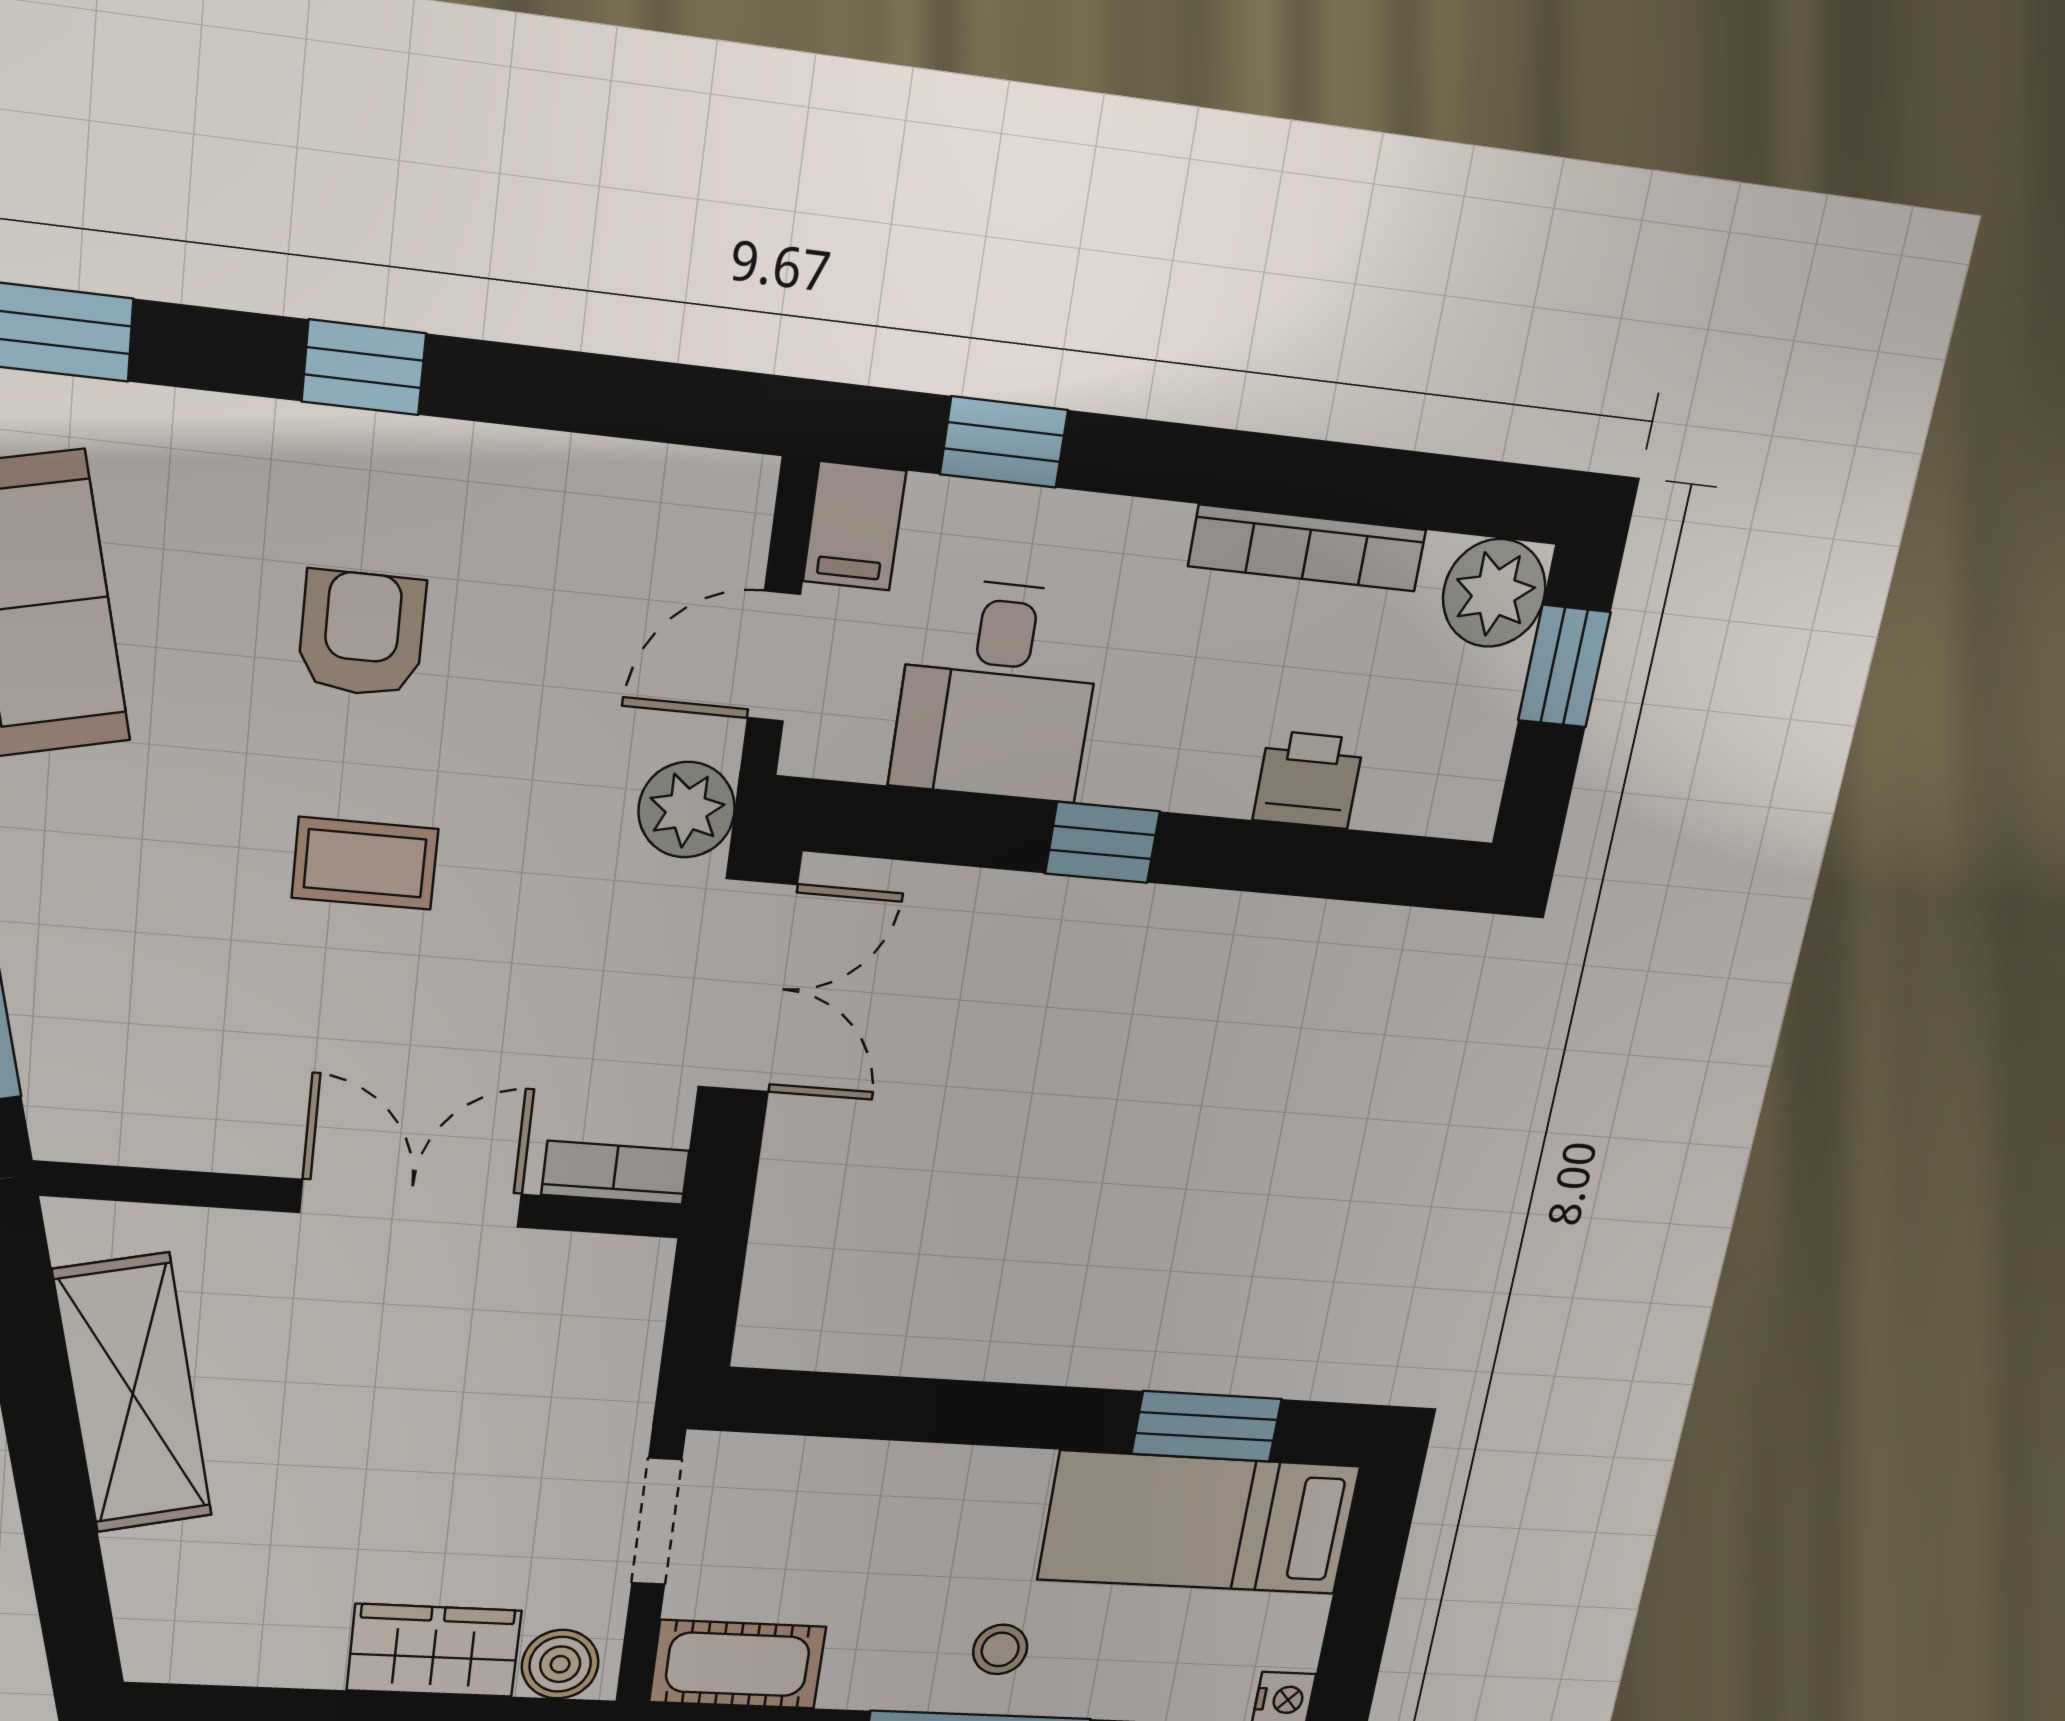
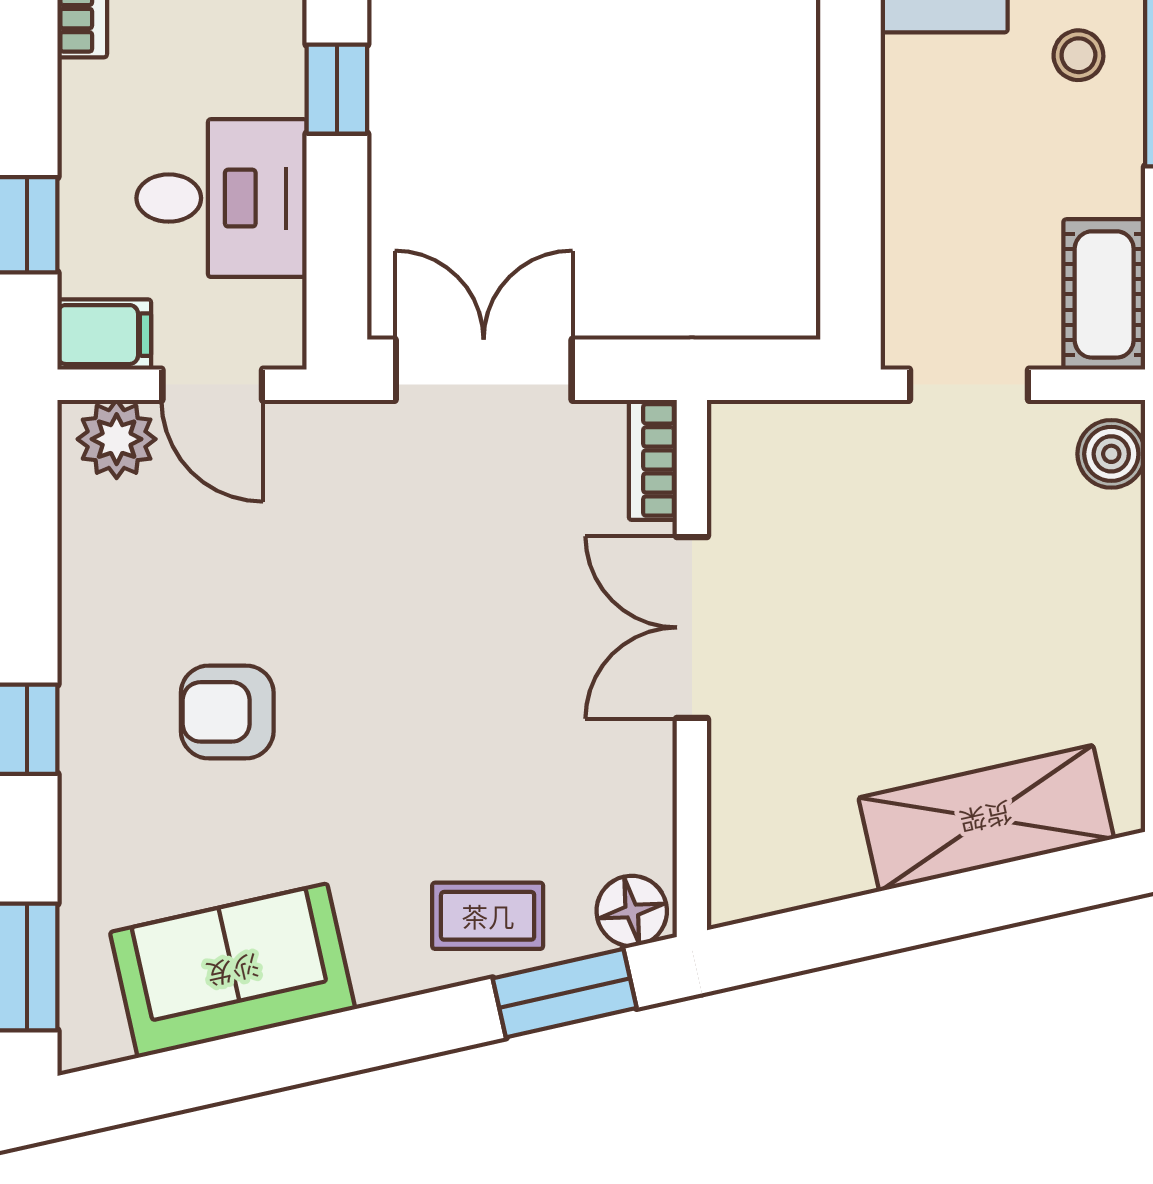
plant: (687, 810) -> (117, 439), moved
coffee table: (365, 863) -> (488, 916), moved, turned 90
floor lamp: (69, 1109) -> (632, 911), added
shelving: (133, 1394) -> (986, 818), moved
wardrobe: (434, 1650) -> (1103, 567), removed

